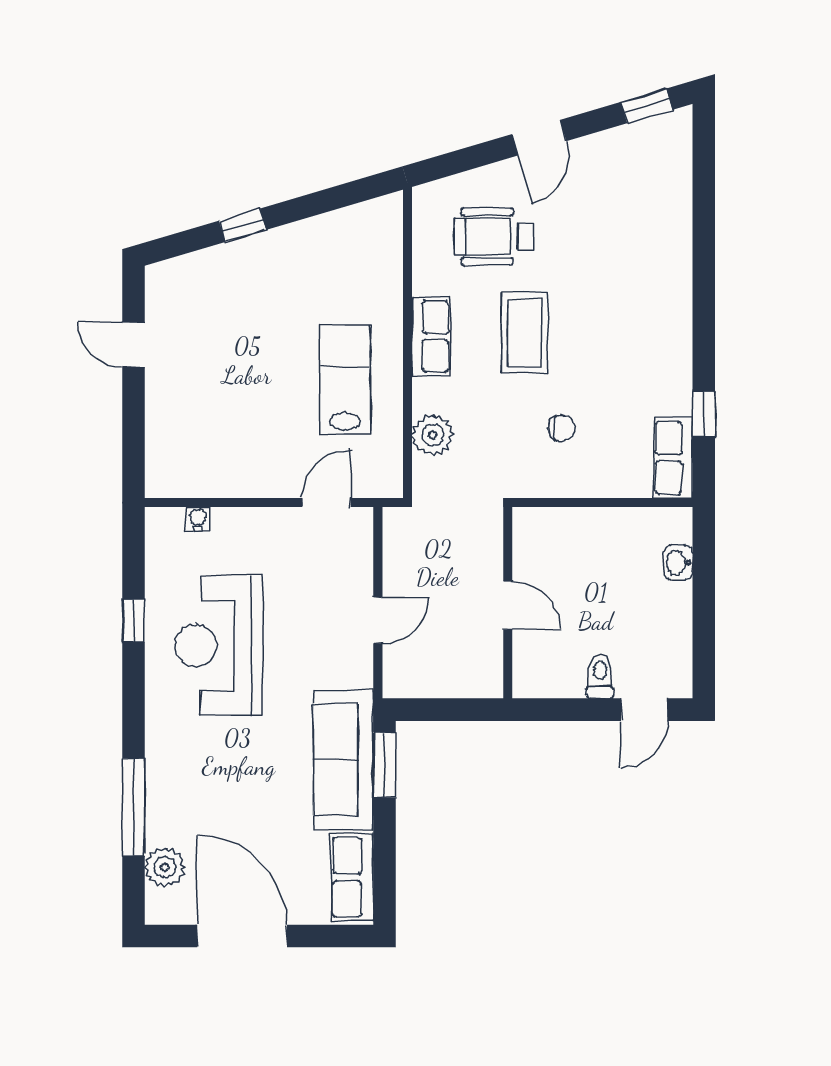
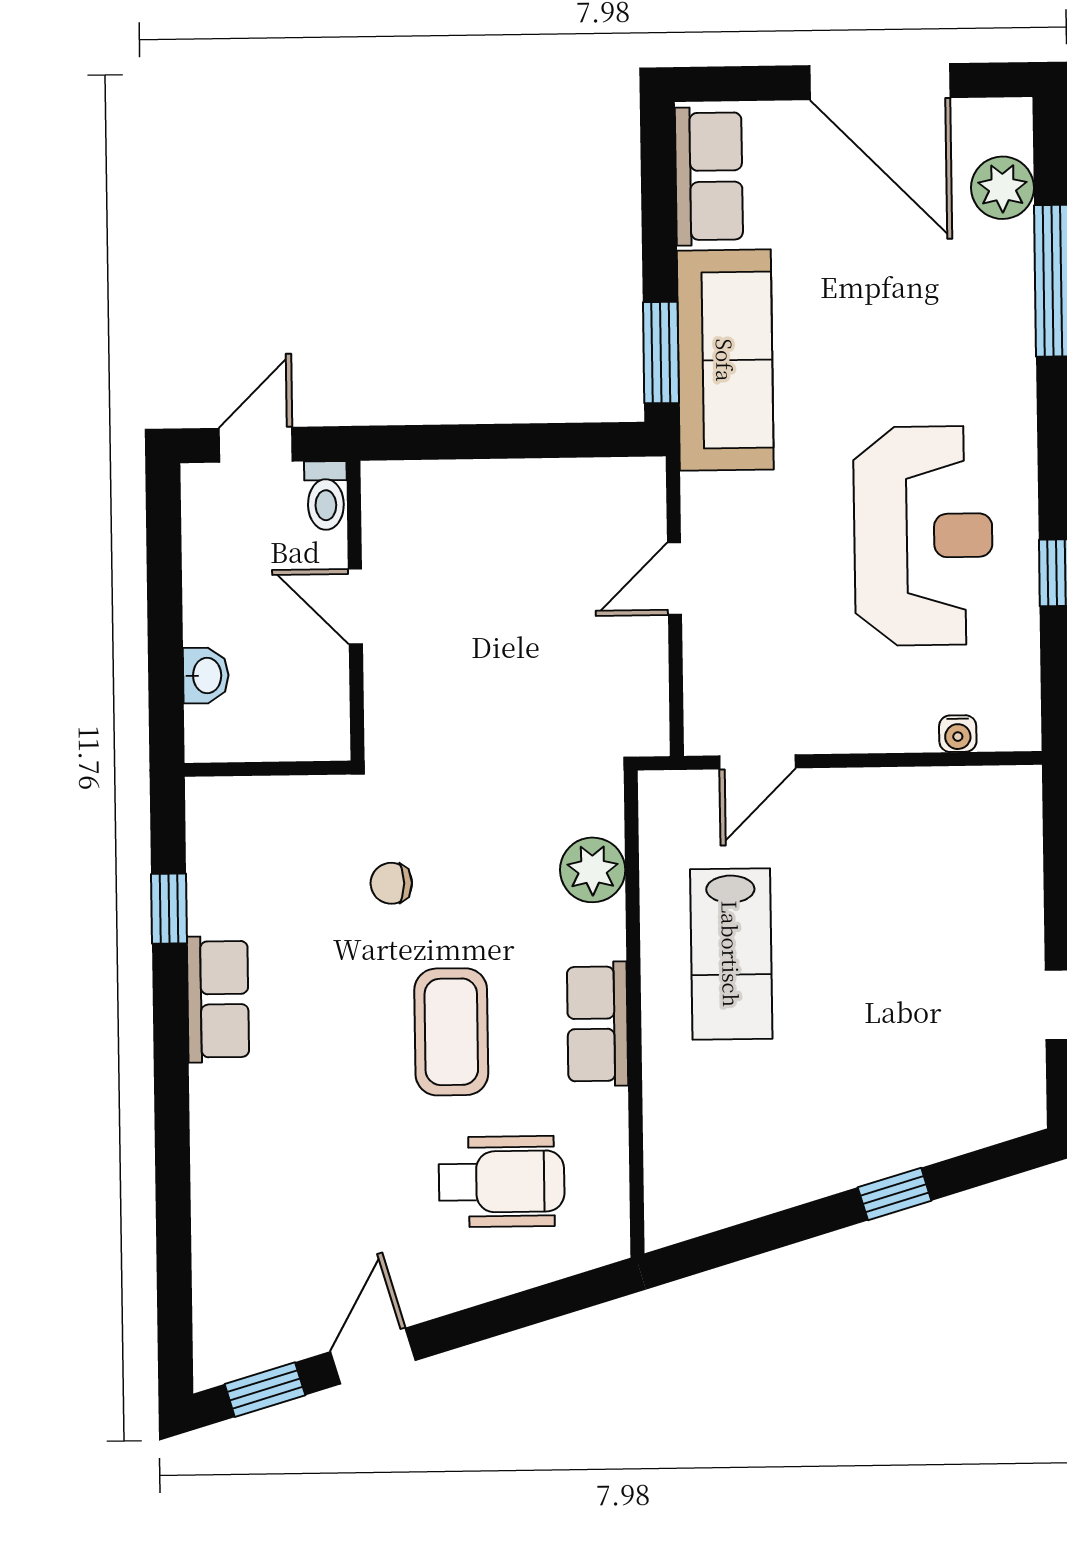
door: (539, 138) -> (373, 1356), moved
row of seats: (673, 458) -> (218, 999), moved
wall: (508, 603) -> (355, 611), moved
door: (508, 605) -> (355, 607), moved

